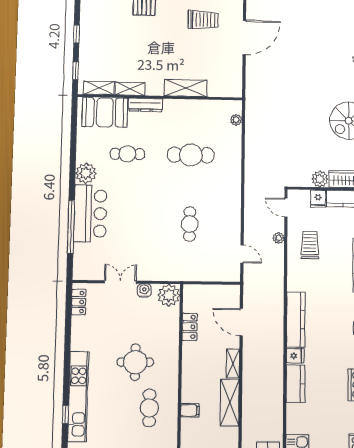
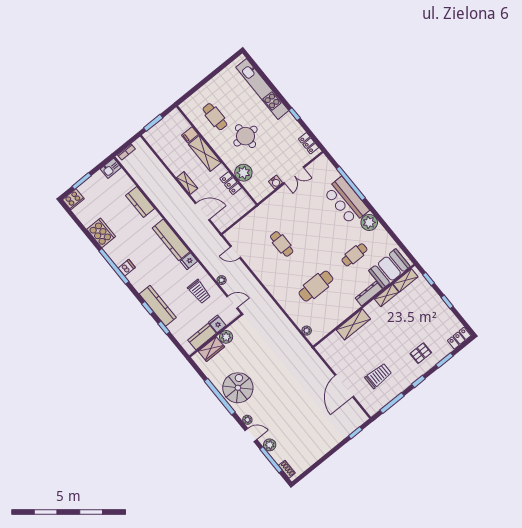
trolley: (203, 20) -> (378, 376), turned 180
plant: (169, 295) -> (243, 173), moved
fridge: (295, 356) -> (189, 261), moved
shelving: (230, 403) -> (205, 153), moved
window: (65, 414) -> (295, 114), moved

